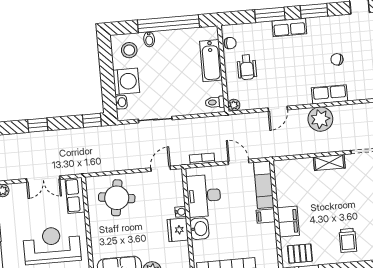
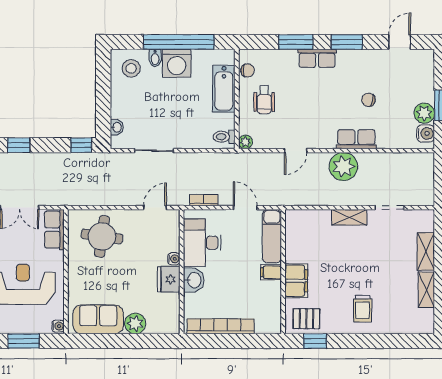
washing machine: (126, 81) -> (177, 63), moved, turned 90

